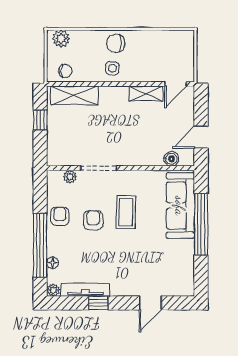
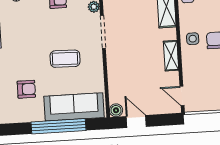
shelving: (146, 94) -> (171, 56), moved
boiler: (171, 159) -> (116, 110), moved
armchair: (93, 220) -> (26, 89), moved

